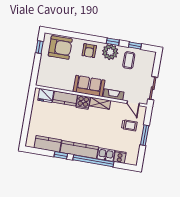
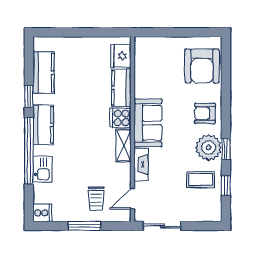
window: (39, 47) -> (197, 32), removed
kitchen counter: (79, 150) -> (43, 125), width x0.67
cooker: (120, 157) -> (42, 213), moved

